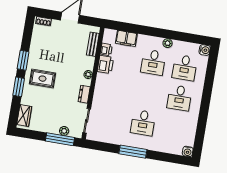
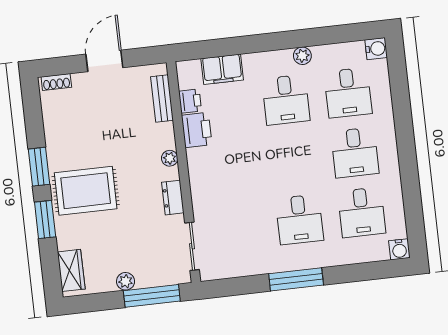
rug: (42, 79) -> (86, 191), width x1.36, depth x1.43
desk: (174, 128) -> (362, 212), added
plant: (64, 131) -> (126, 281), moved

